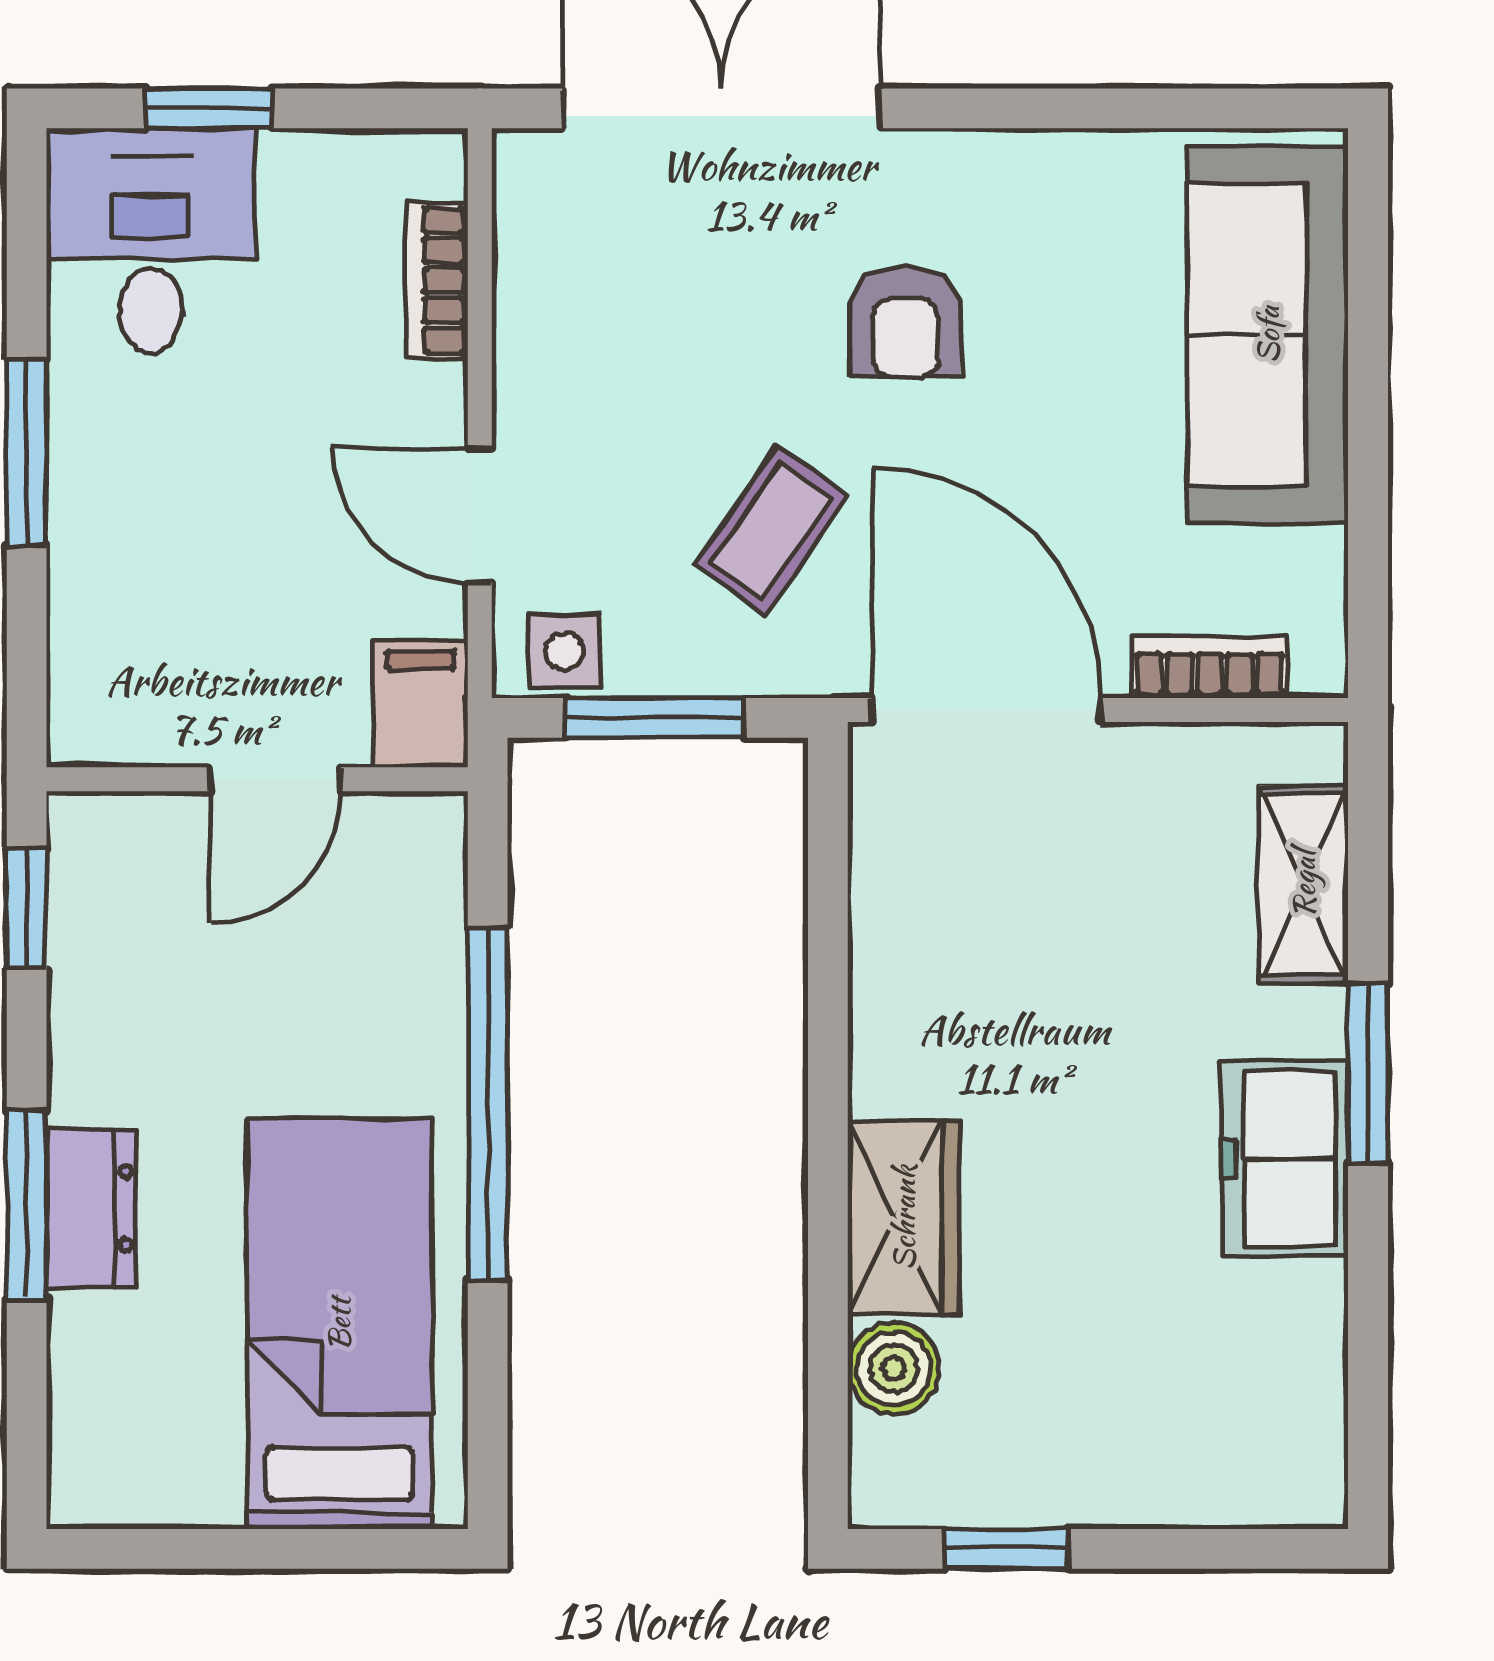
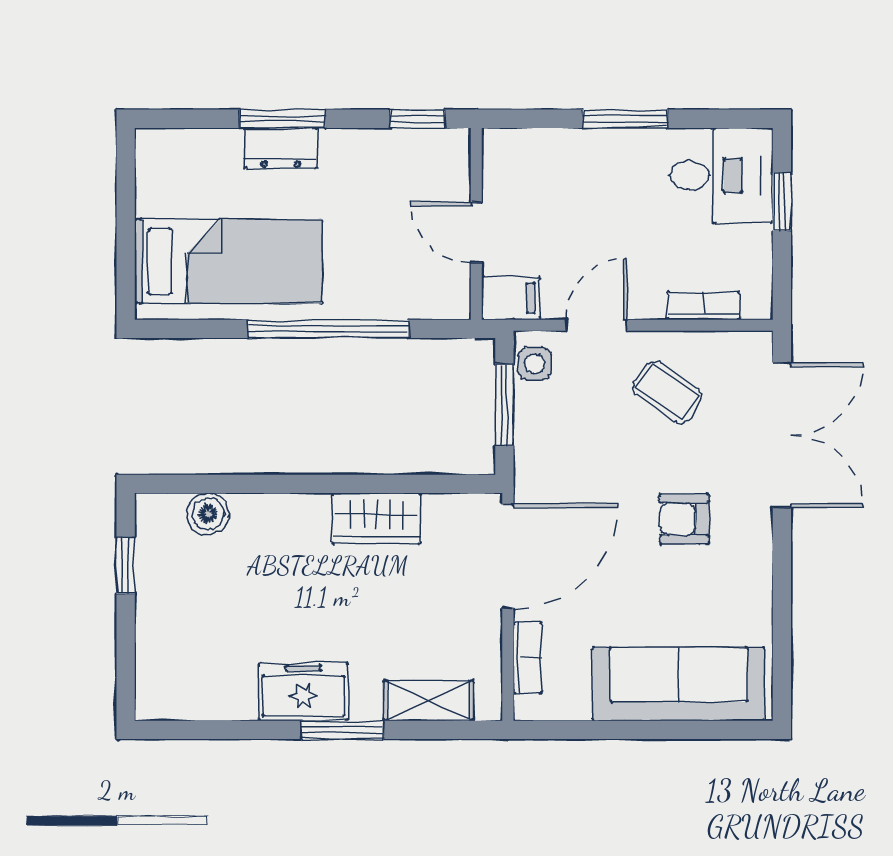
coffee table: (771, 530) -> (667, 392), moved
wardrobe: (904, 1218) -> (376, 518), moved

